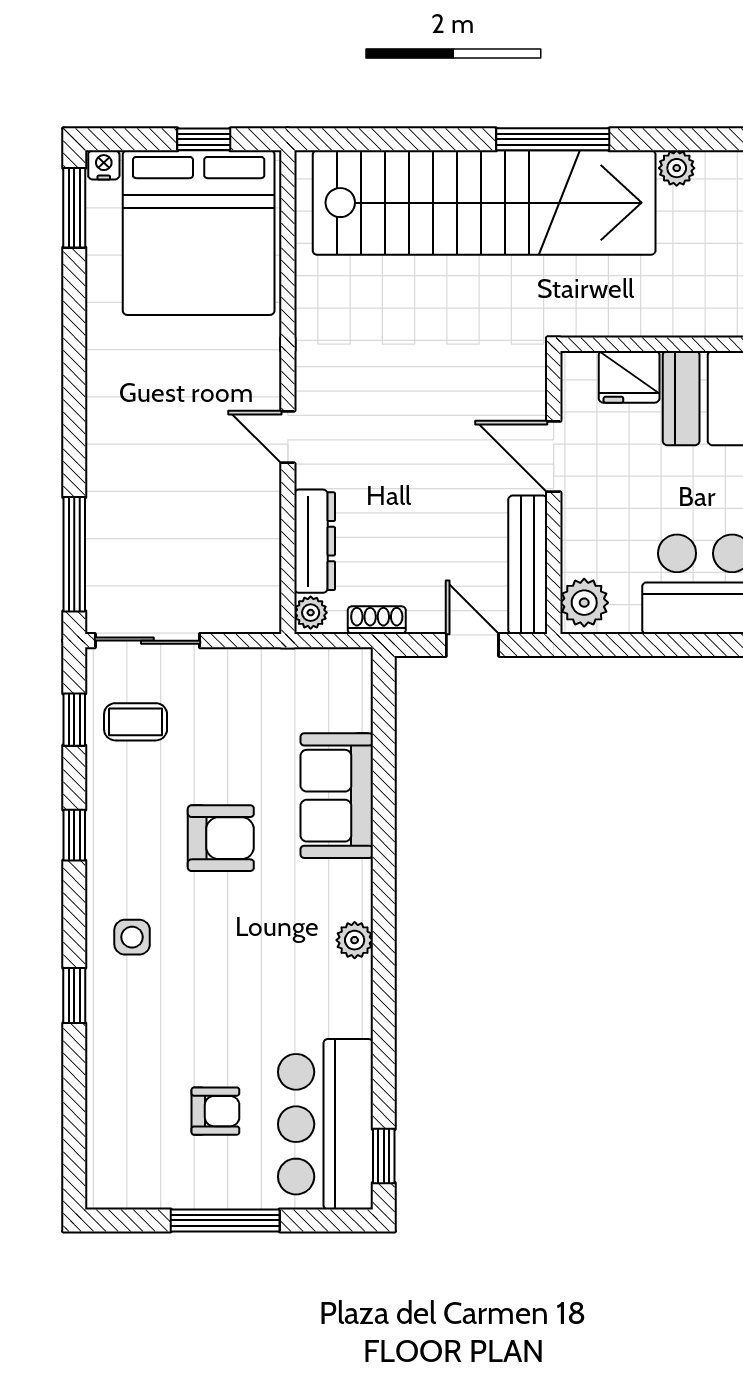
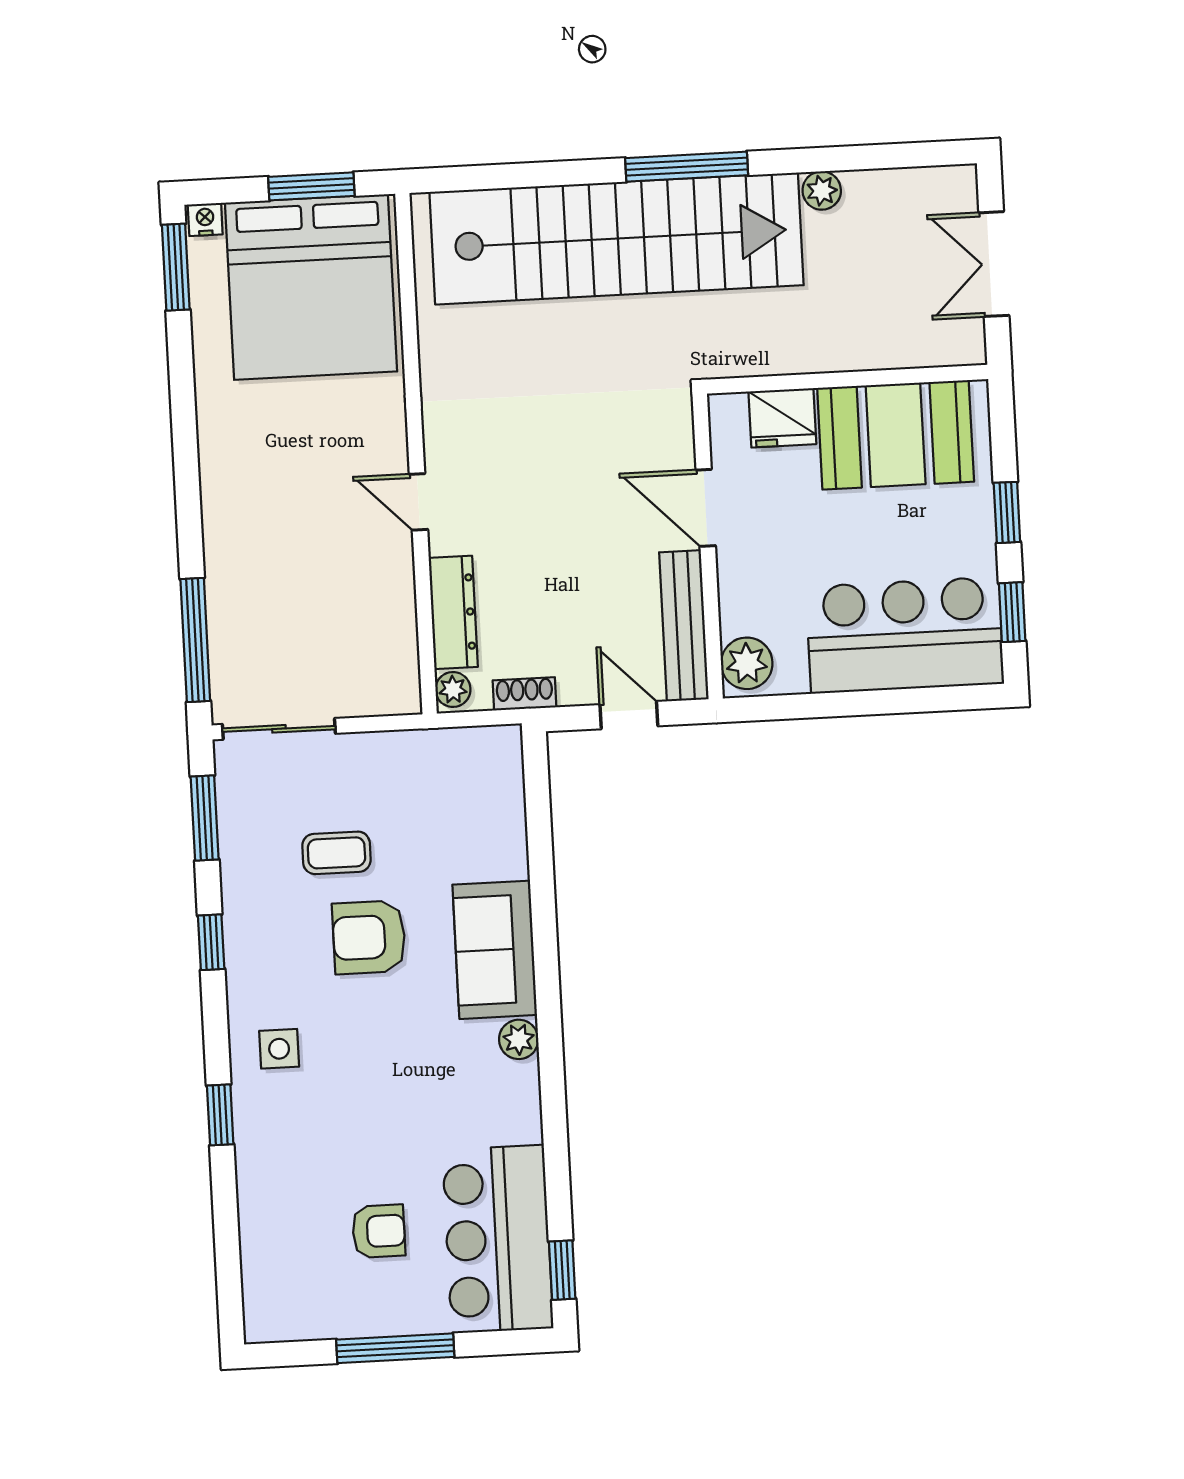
window: (204, 139) -> (311, 186), width x1.50
window: (74, 720) -> (205, 818), width x1.50
coffee table: (136, 722) -> (336, 853), moved
sofa: (337, 796) -> (495, 950), moved
armchair: (221, 838) -> (369, 937), turned 180

